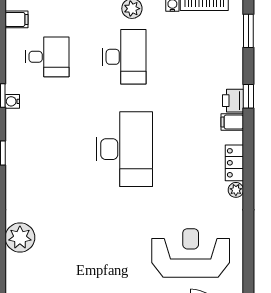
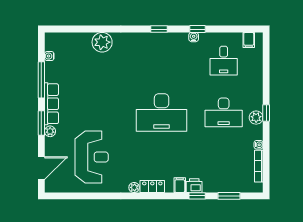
window: (248, 31) -> (229, 196), moved

